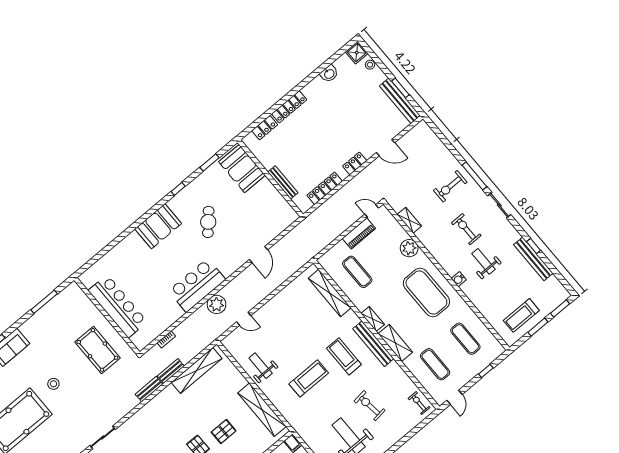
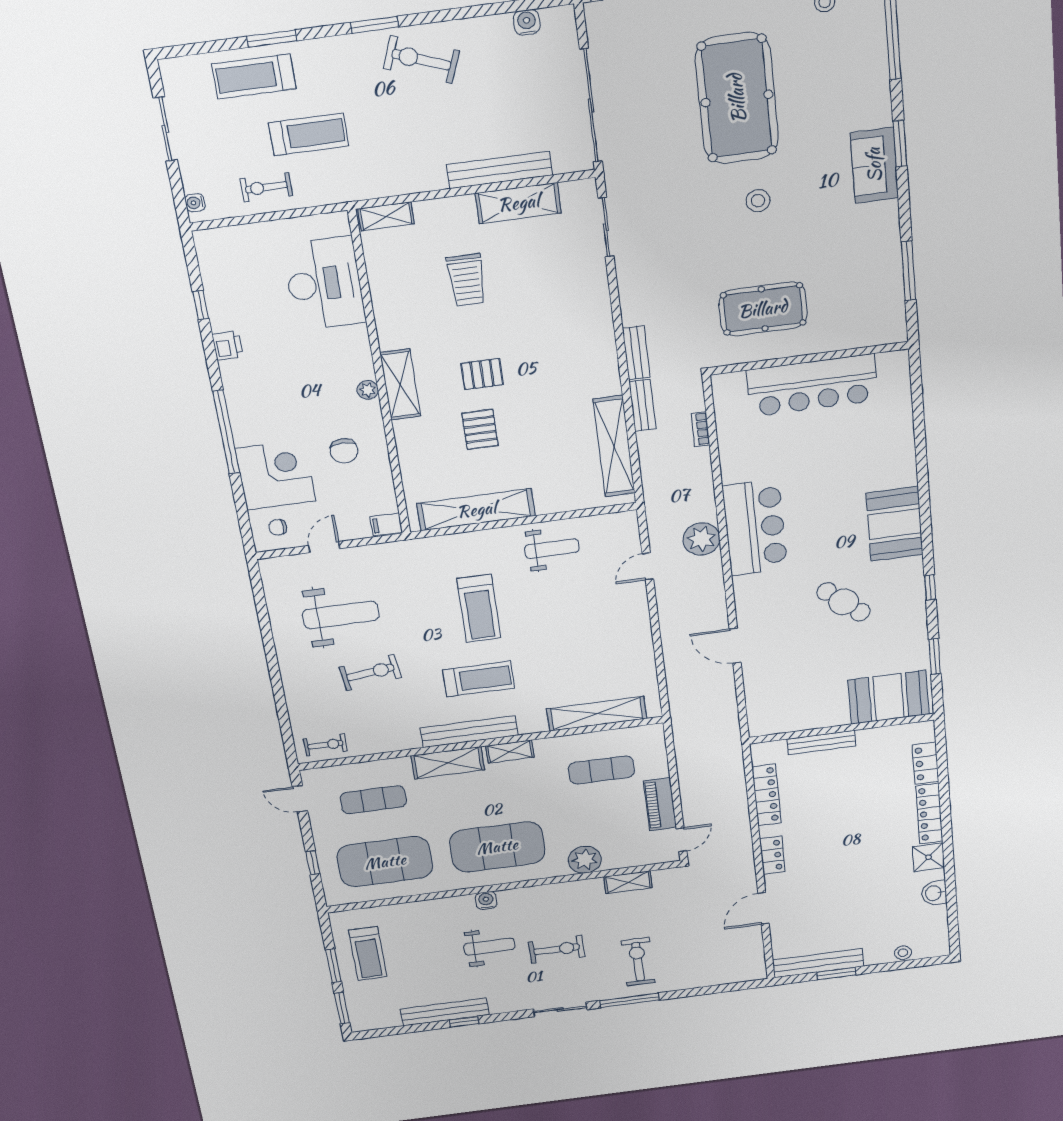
shower: (357, 53) -> (929, 857), moved
treadmill: (521, 315) -> (368, 953), turned 180
exercise mat: (465, 339) -> (385, 862), width x2.00, depth x1.45

